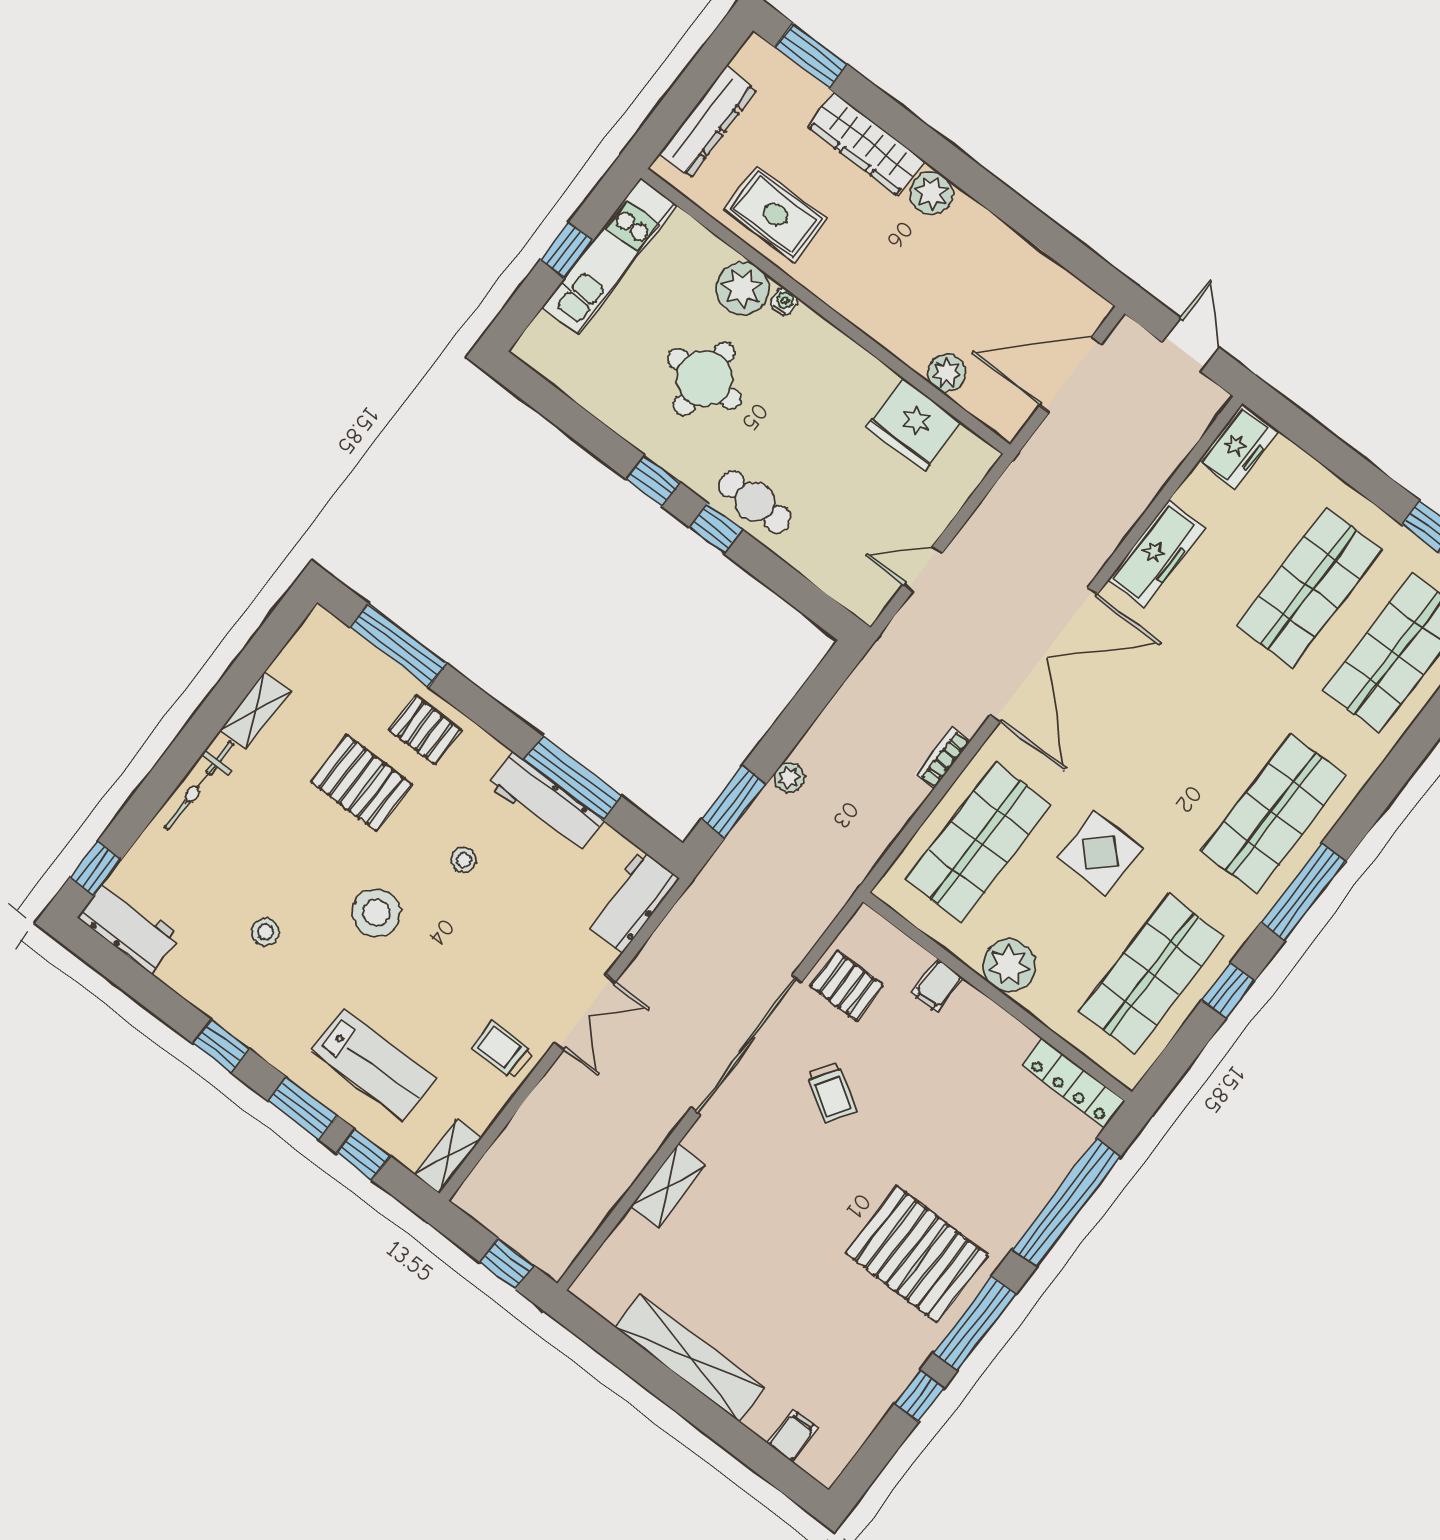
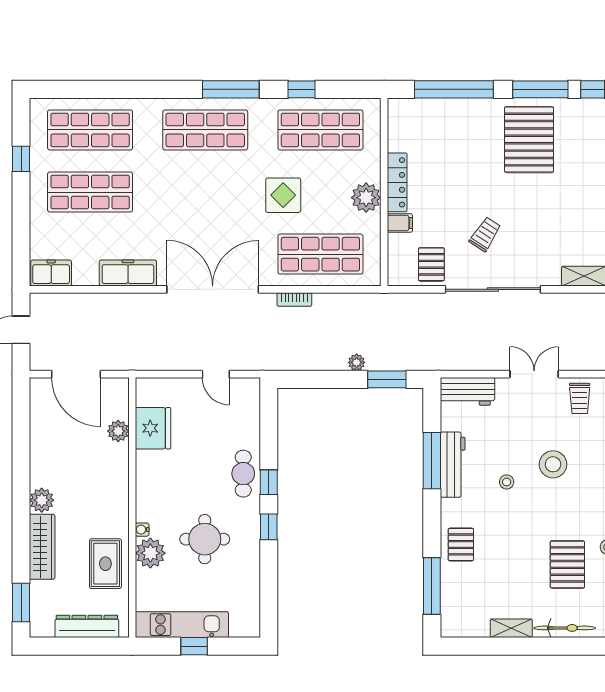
pallet: (361, 783) -> (567, 564), moved
stool: (376, 913) -> (553, 464), moved
locker: (1074, 1083) -> (397, 182), moved

